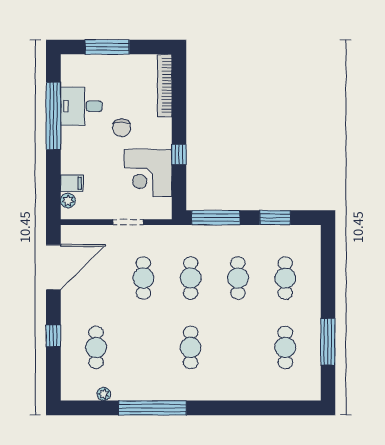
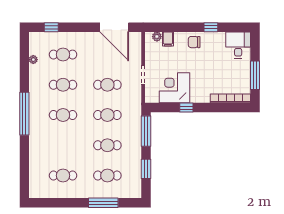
window: (107, 47) -> (255, 75), moved
desk: (81, 106) -> (238, 45), moved
window: (53, 116) -> (211, 27), width x0.32
chair: (122, 128) -> (194, 42), moved
window: (53, 336) -> (51, 27), moved
window: (328, 342) -> (103, 203), moved
cafe table: (143, 347) -> (63, 85), added
window: (152, 408) -> (24, 114), moved

